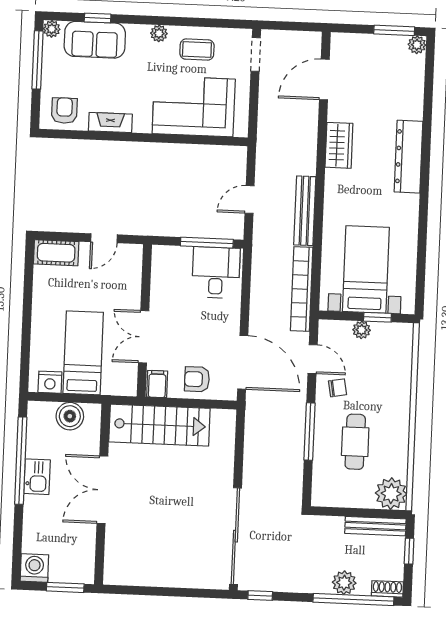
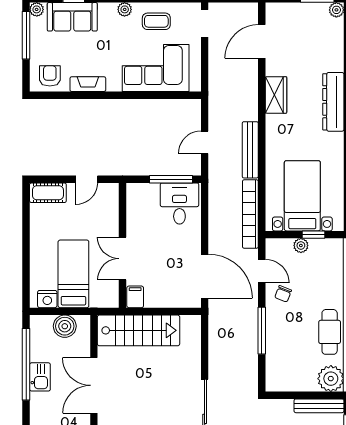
armchair: (197, 379) -> (168, 292), removed
chair: (337, 388) -> (283, 294), turned 121
cafe table: (355, 442) -> (330, 332), moved

